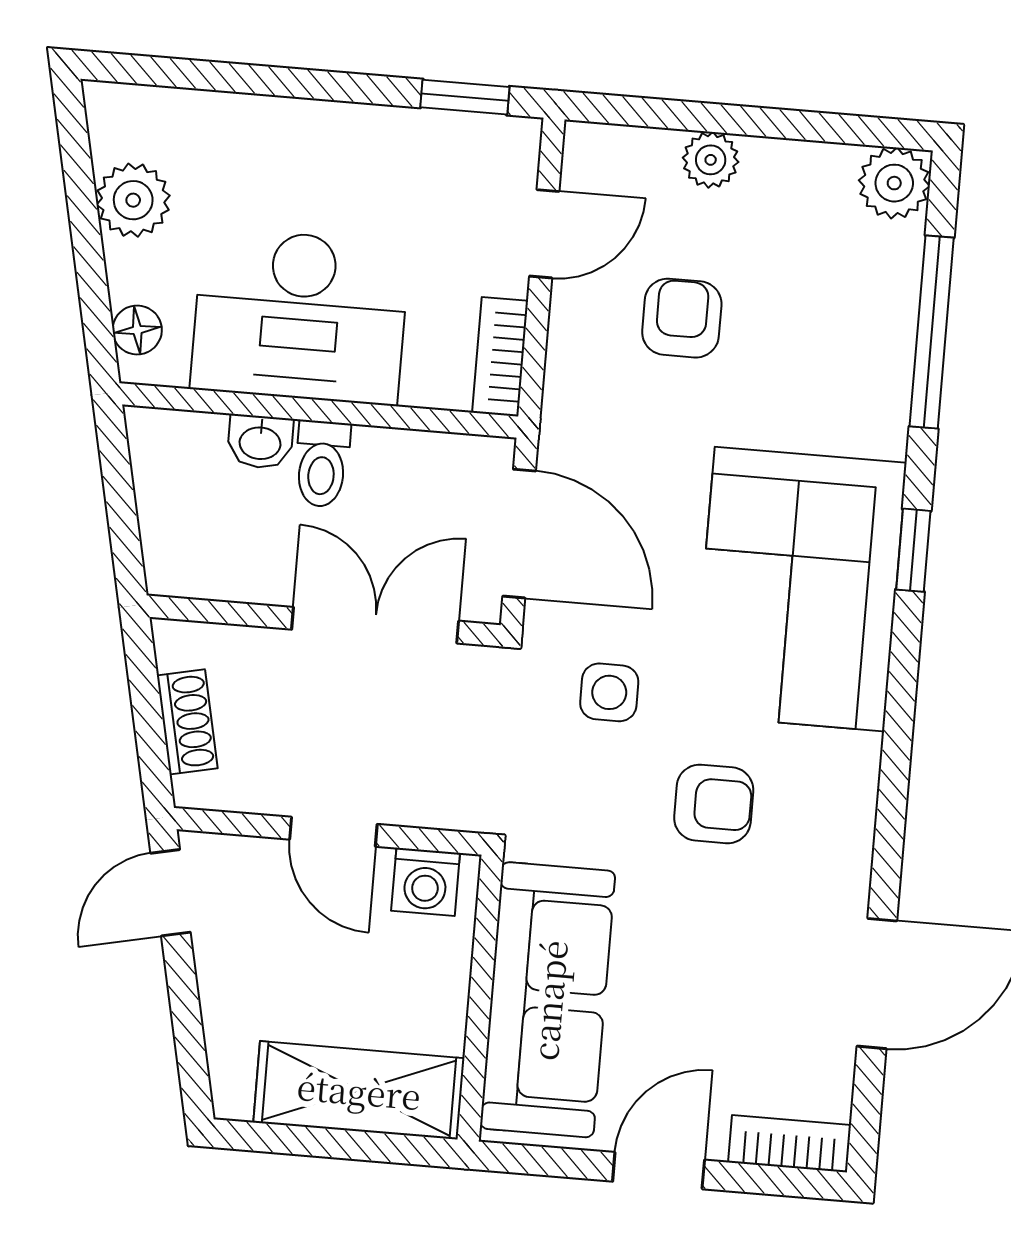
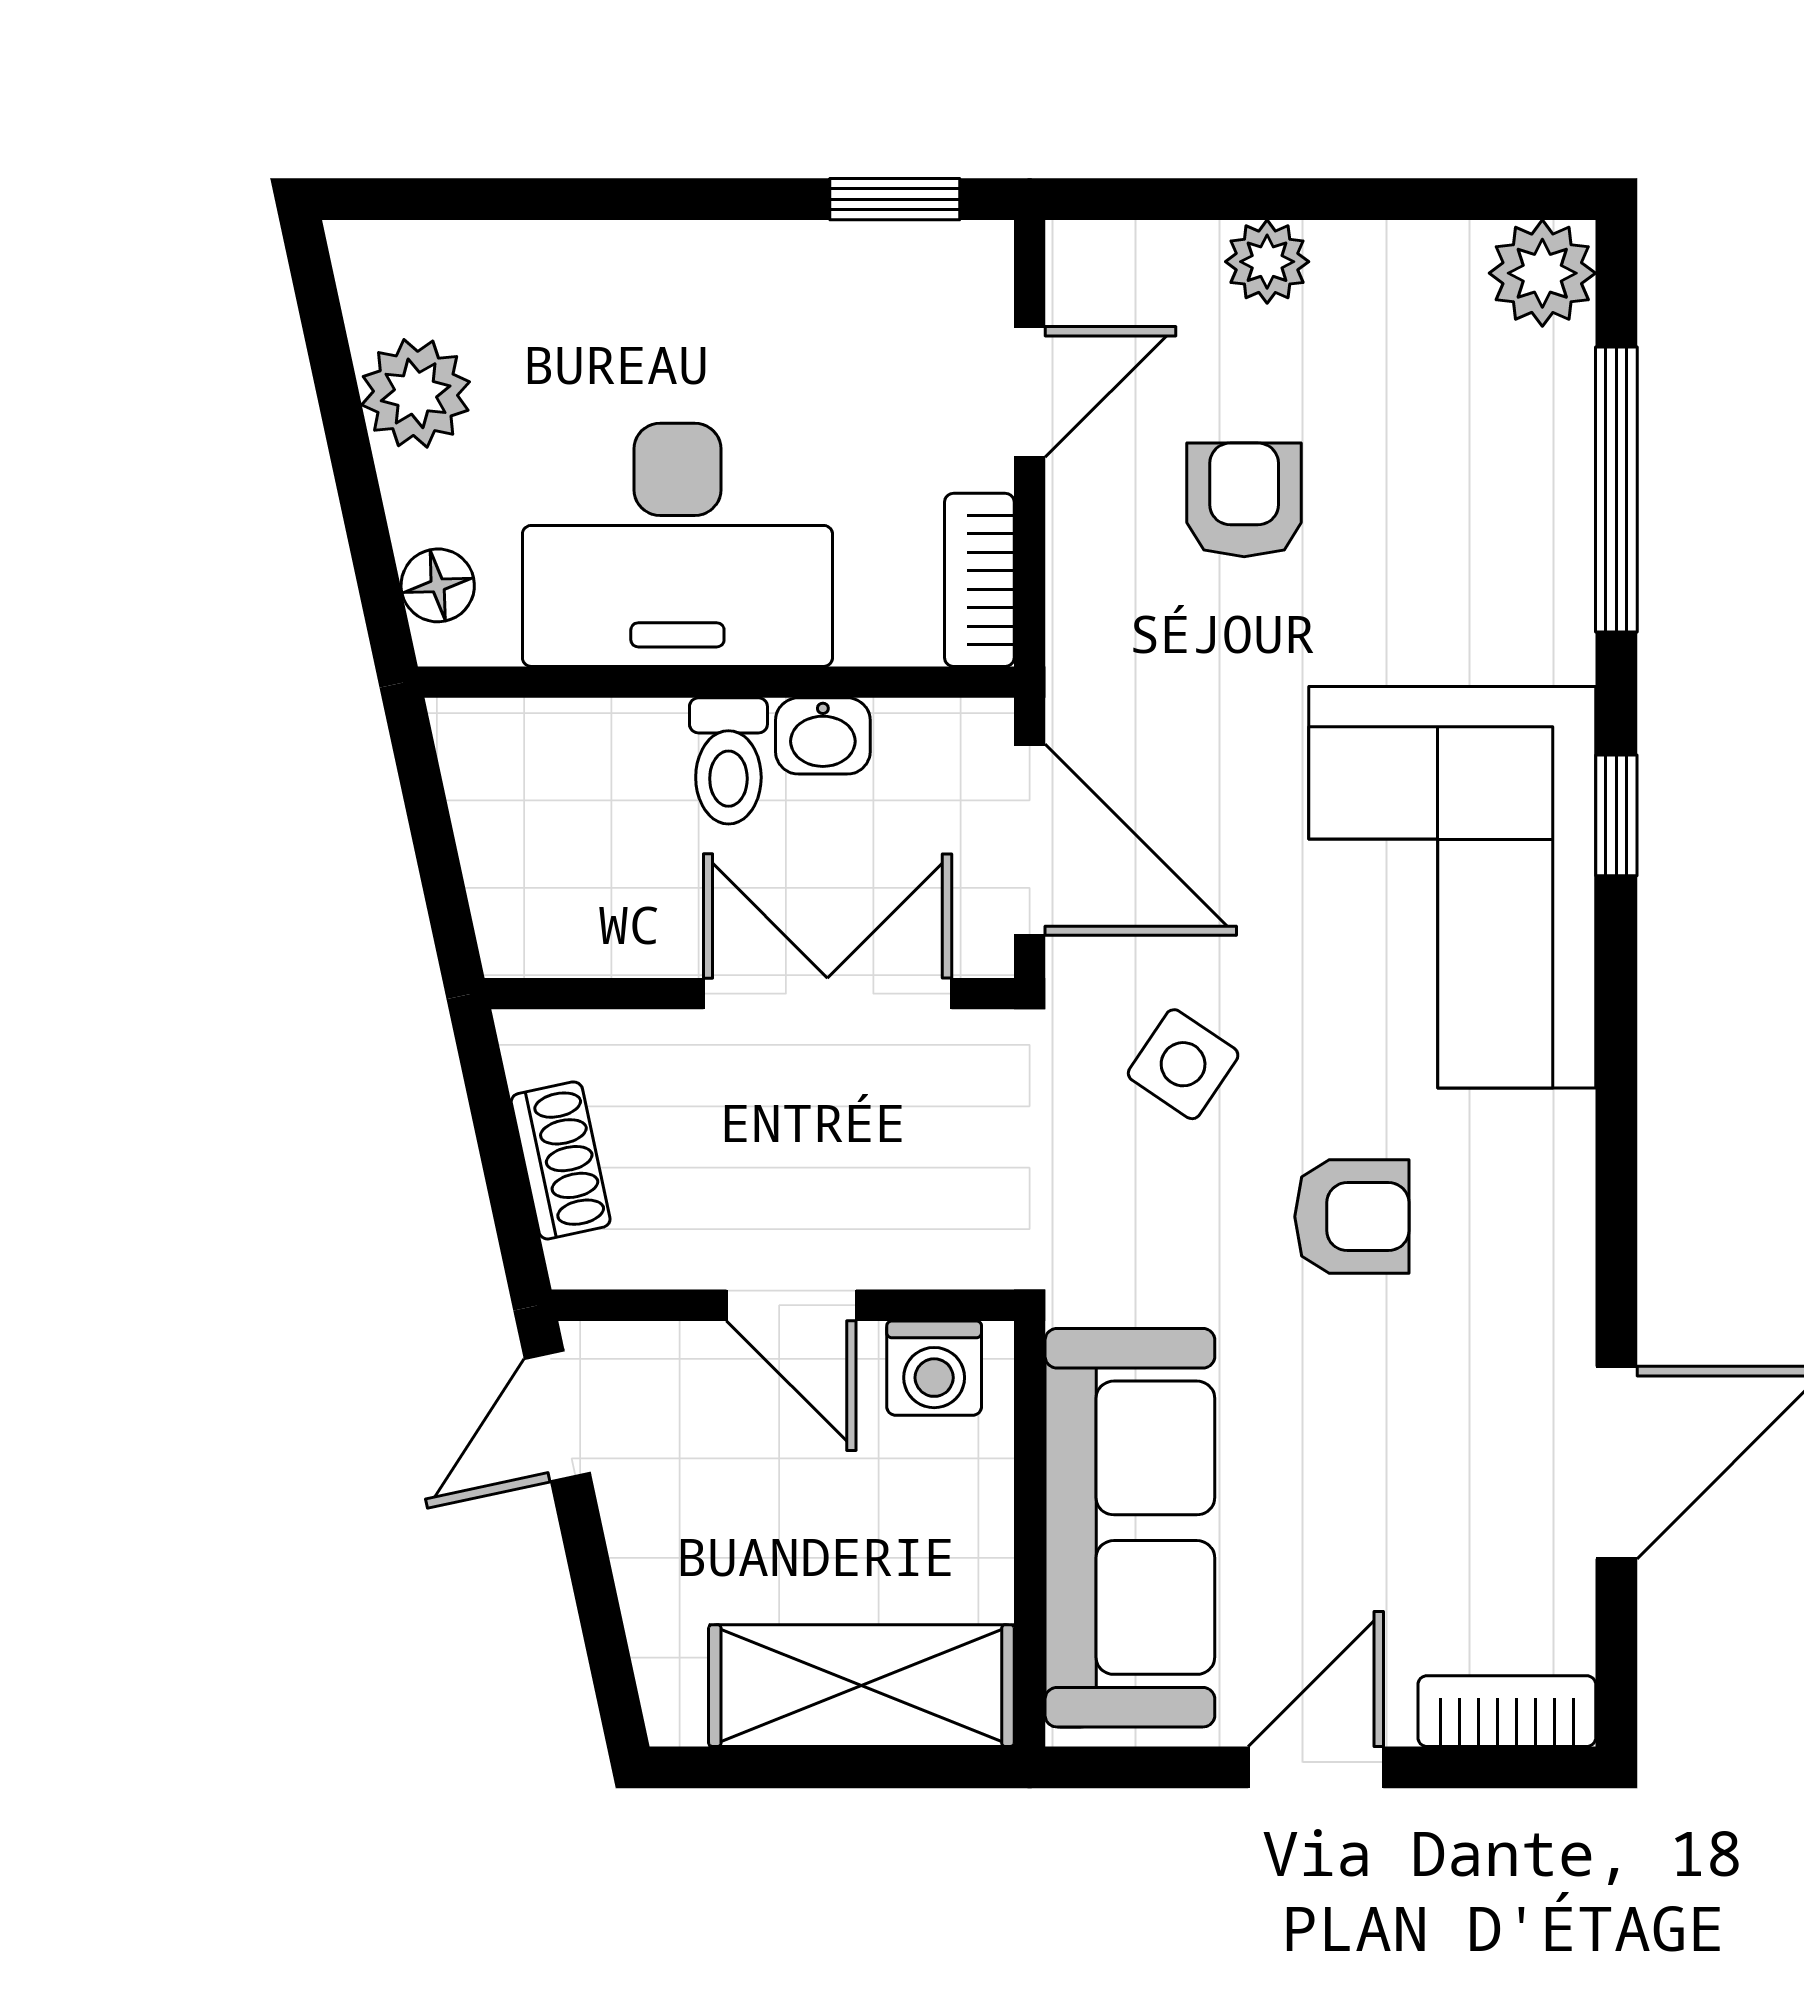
washbasin: (260, 442) -> (823, 736), moved
side table: (609, 692) -> (1183, 1064), turned 34

